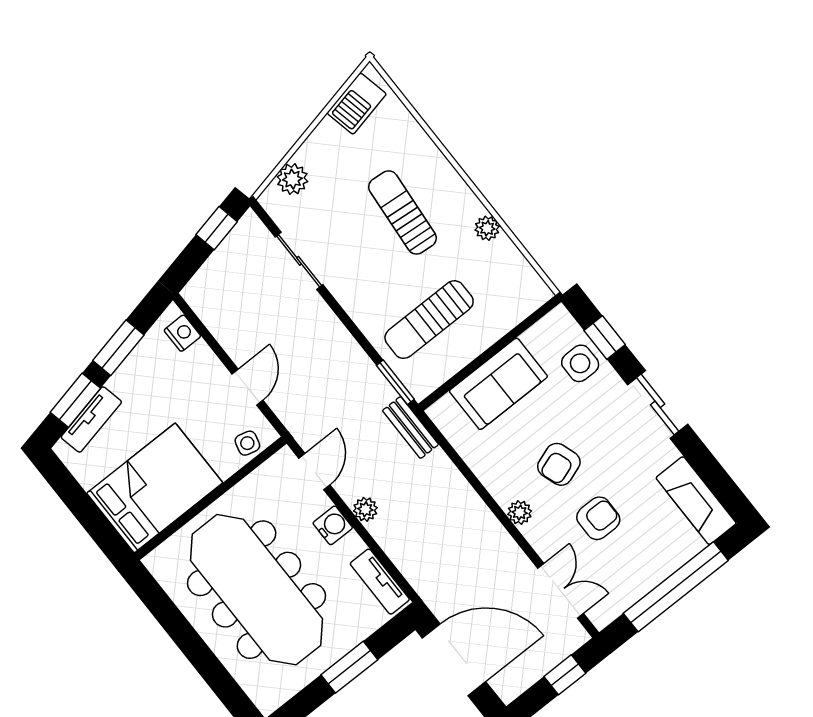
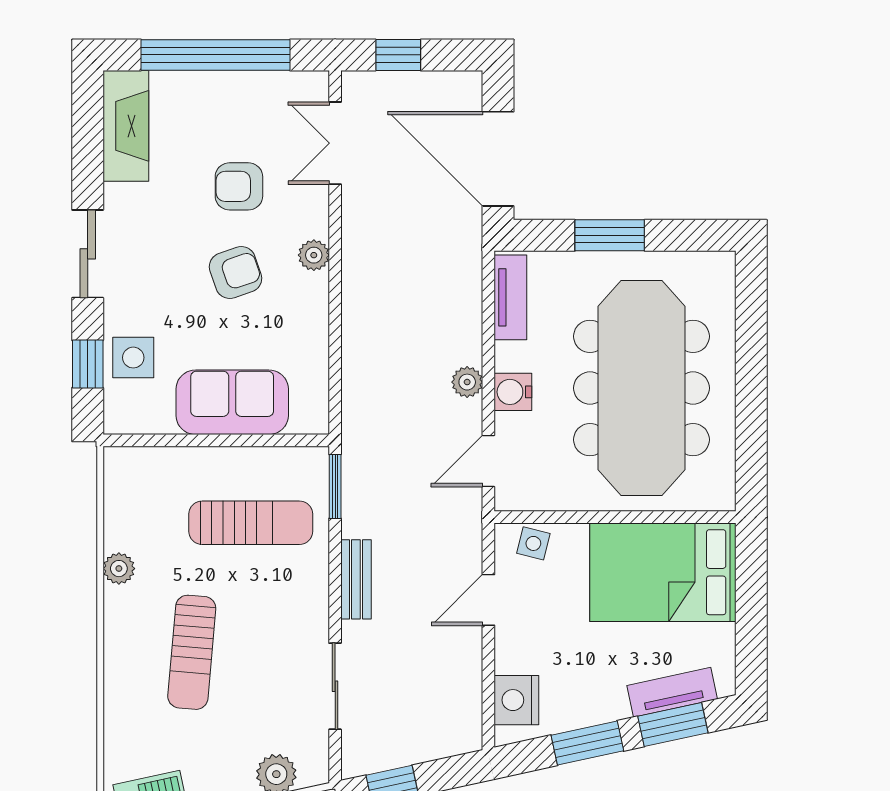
nightstand: (182, 333) -> (516, 700), width x1.36, depth x1.33
bench: (411, 428) -> (356, 579), moved

